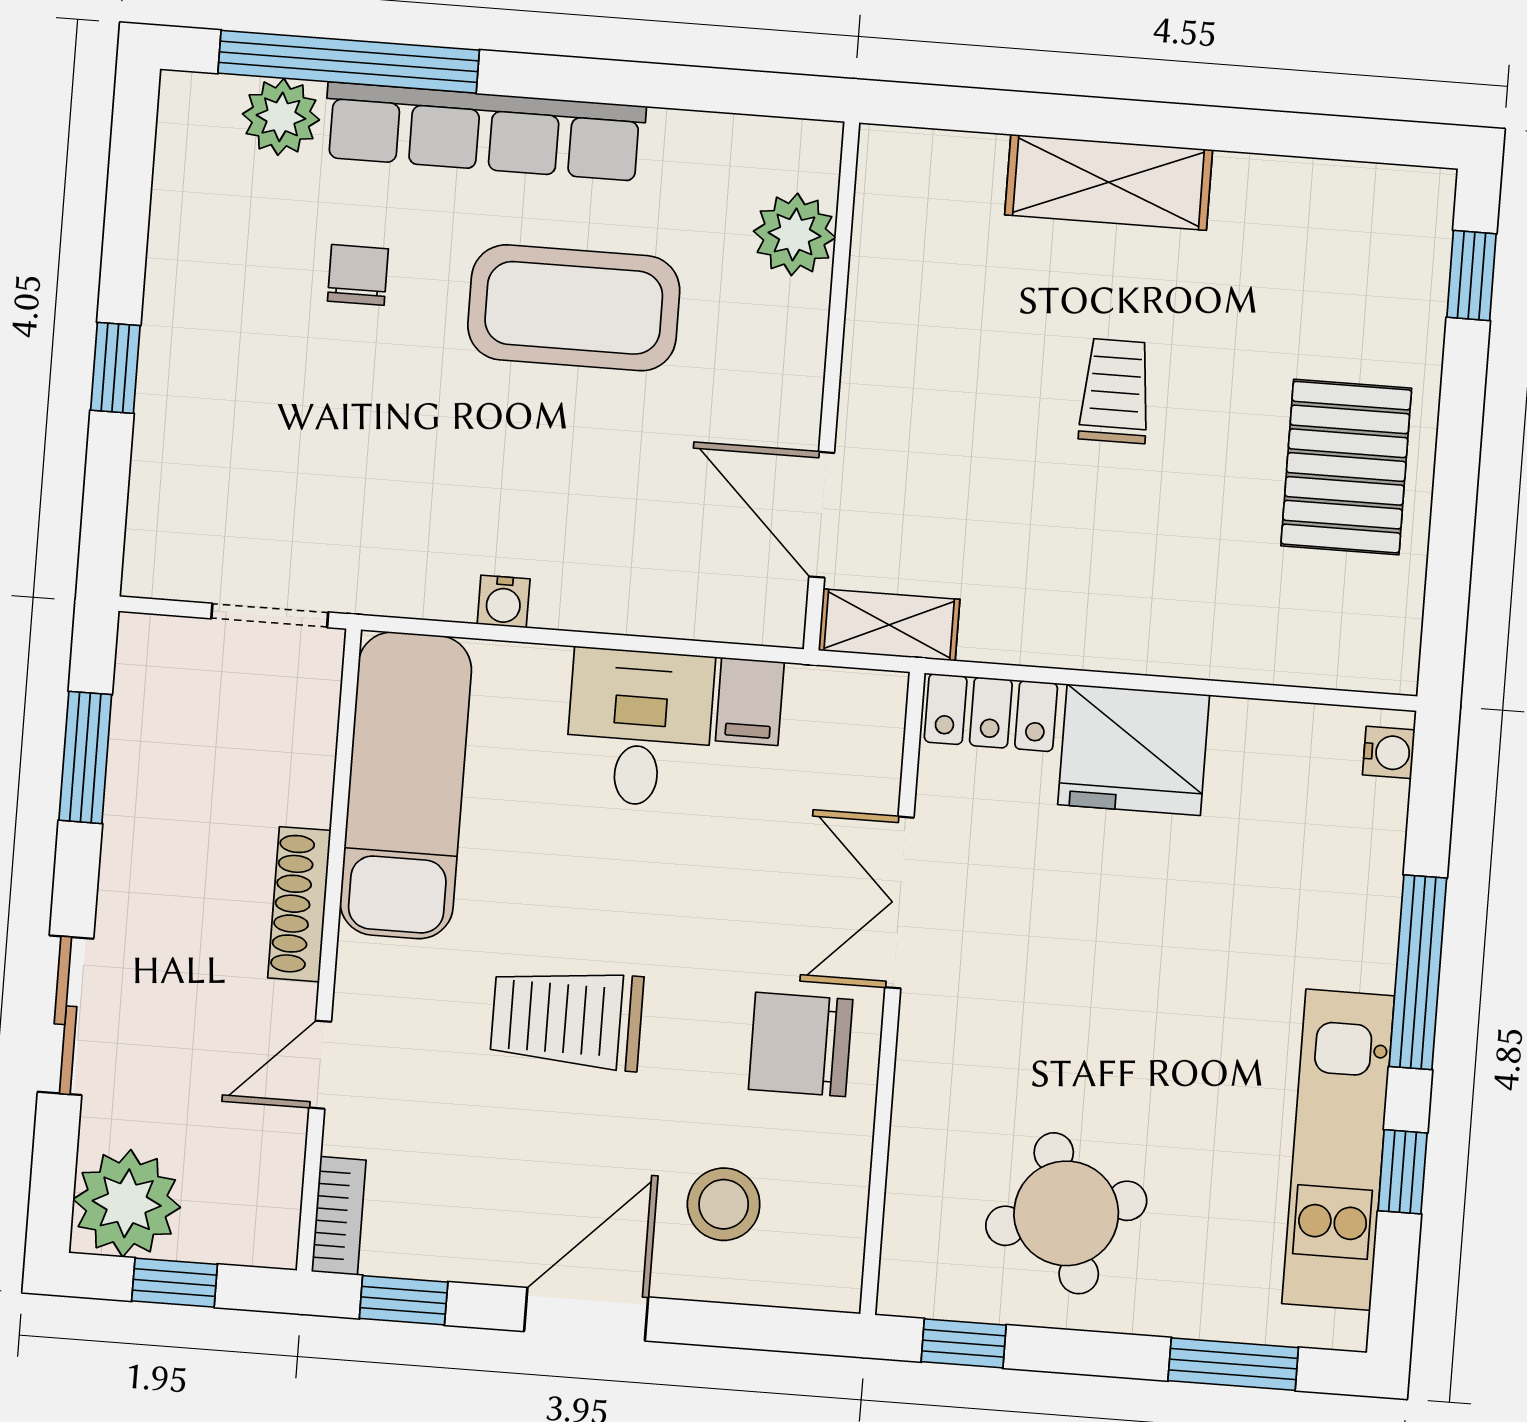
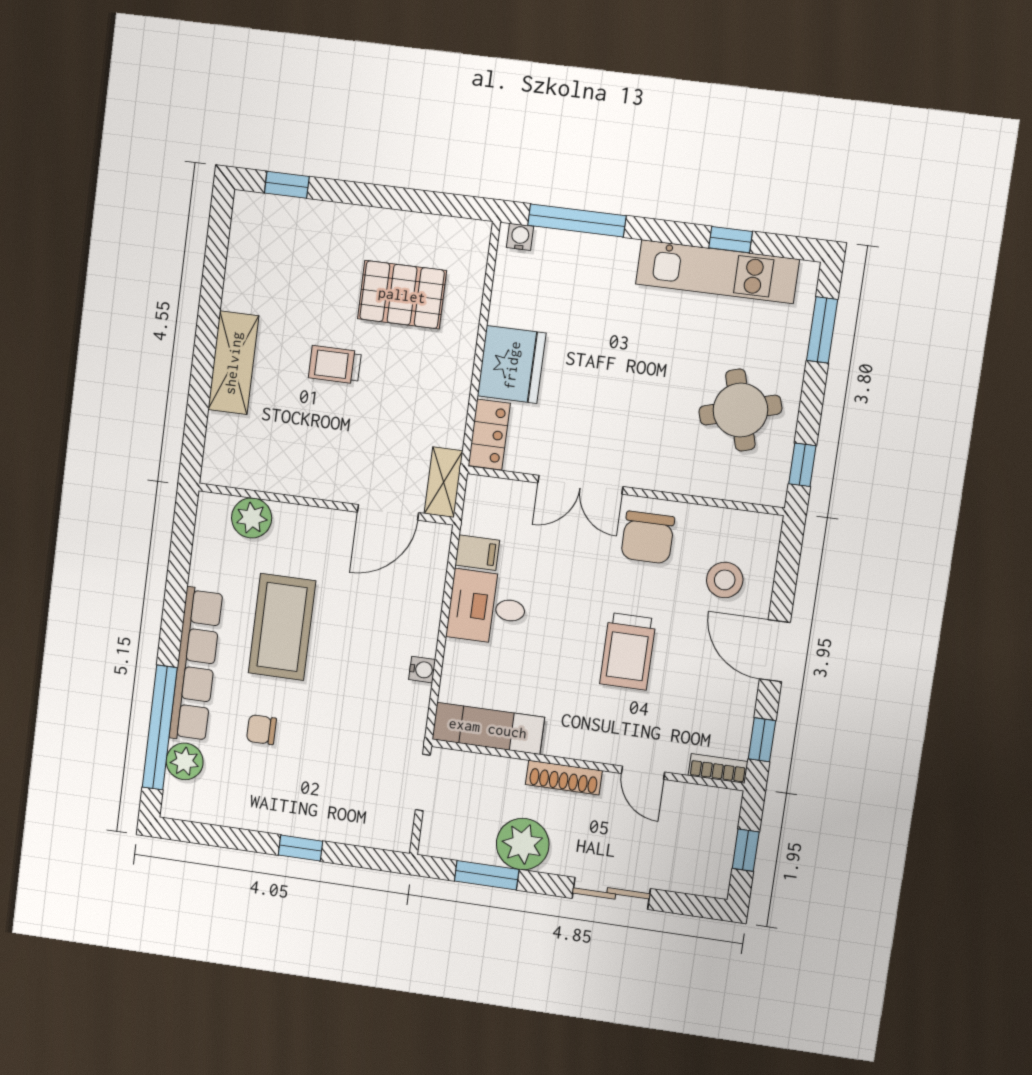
pallet: (1346, 467) -> (402, 295), moved
exam couch: (406, 785) -> (488, 728), width x0.73, depth x0.69
window: (1418, 972) -> (577, 221), moved
plant: (127, 1203) -> (523, 844), moved

